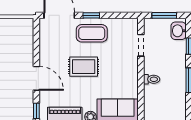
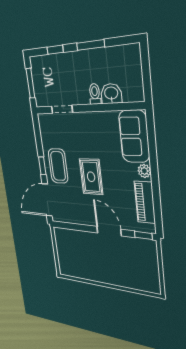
washbasin: (179, 31) -> (111, 94), moved, turned 180
door: (36, 78) -> (109, 231), hinge flipped

